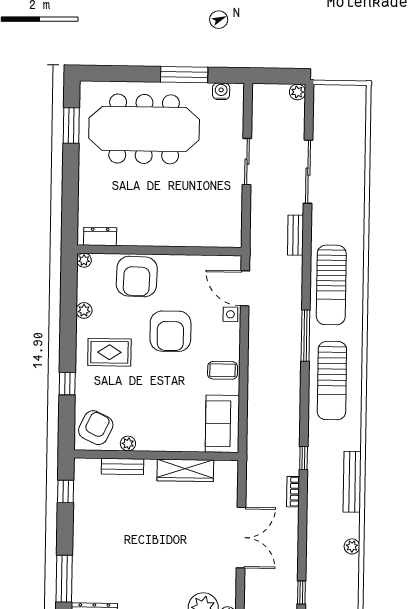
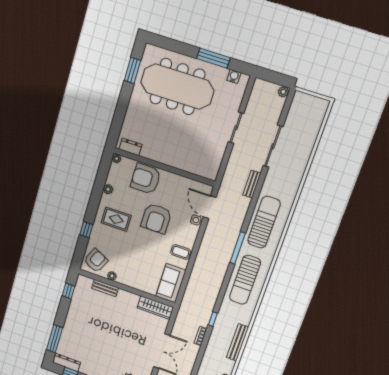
armchair: (137, 276) -> (146, 179), turned 88
sun lounger: (331, 285) -> (264, 222), turned 180
wardrobe: (185, 470) -> (155, 308), moved

